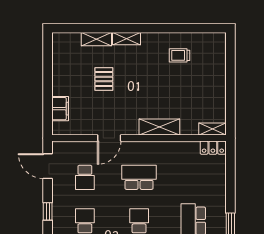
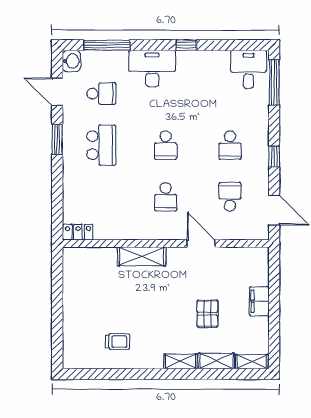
filing cabinet: (60, 109) -> (259, 301), moved
shelving: (213, 129) -> (252, 362), moved
door: (109, 138) -> (201, 243), hinge flipped
school desk: (139, 177) -> (166, 197), width x0.54

